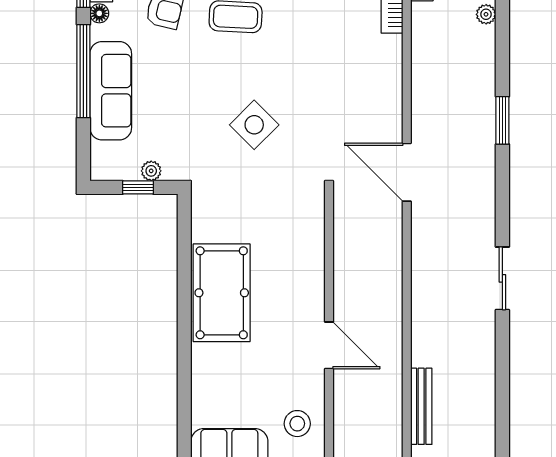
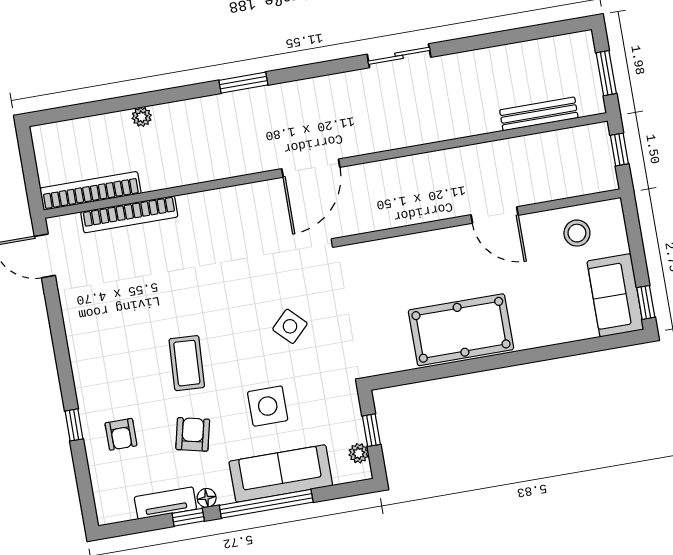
side table: (179, 89) -> (268, 406), added
side table: (254, 125) -> (290, 326), width x0.73, depth x0.73
plant: (151, 171) -> (359, 453), moved
door: (329, 345) -> (495, 215), swing flipped

